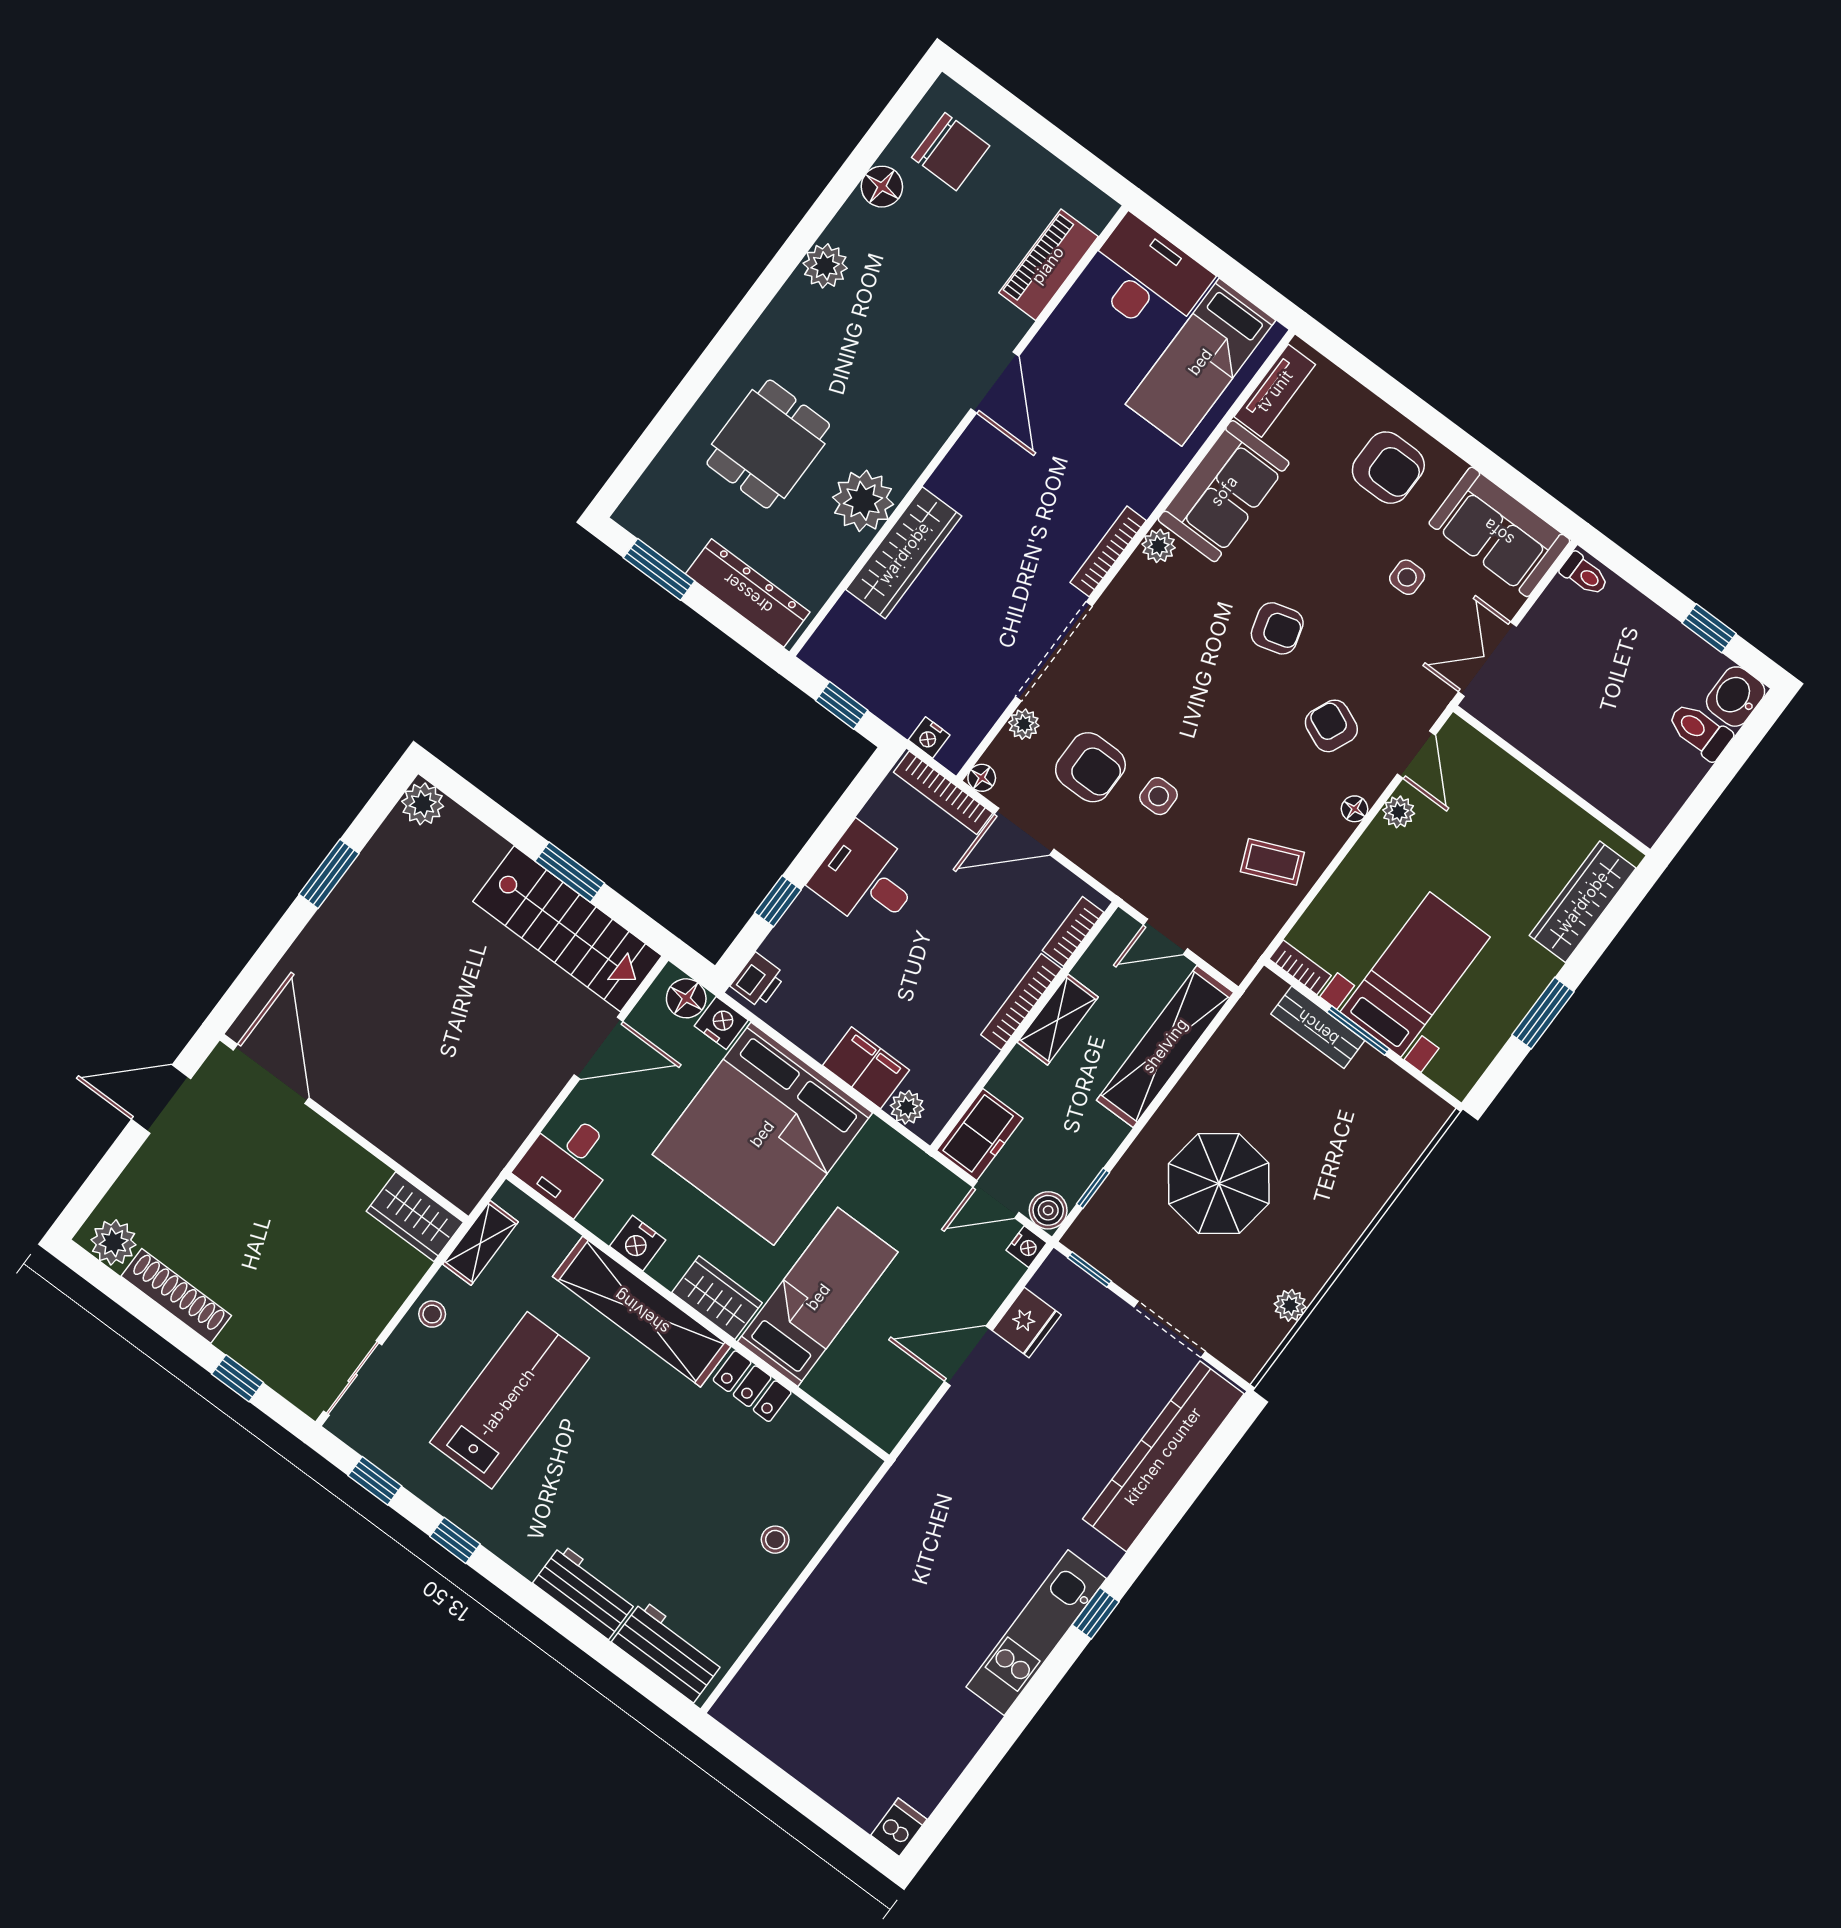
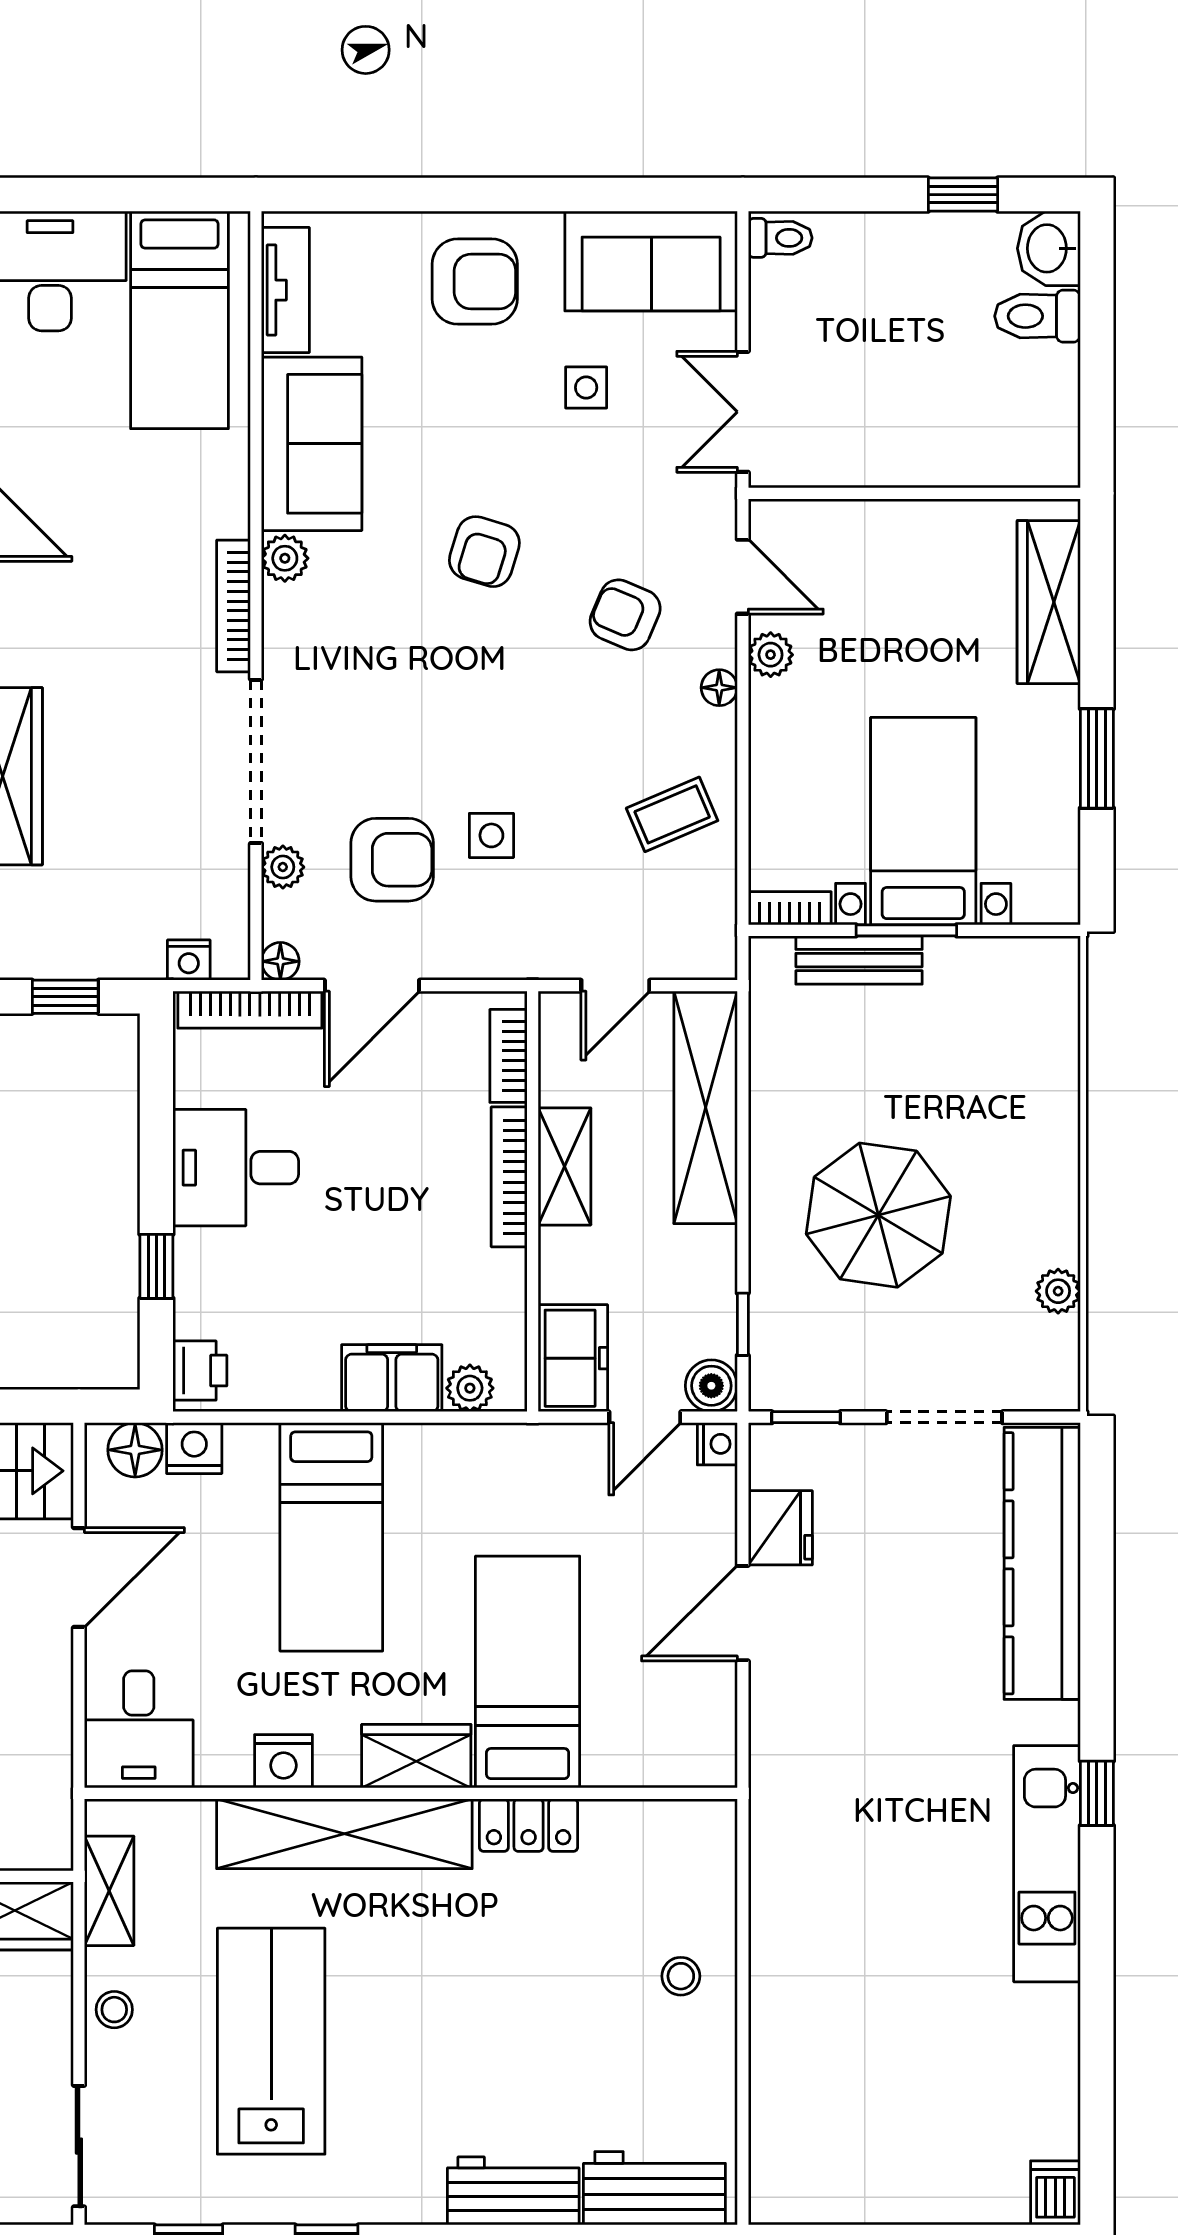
armchair: (1277, 628) -> (484, 552), turned 123
bed: (762, 1134) -> (331, 1537), width x0.49

